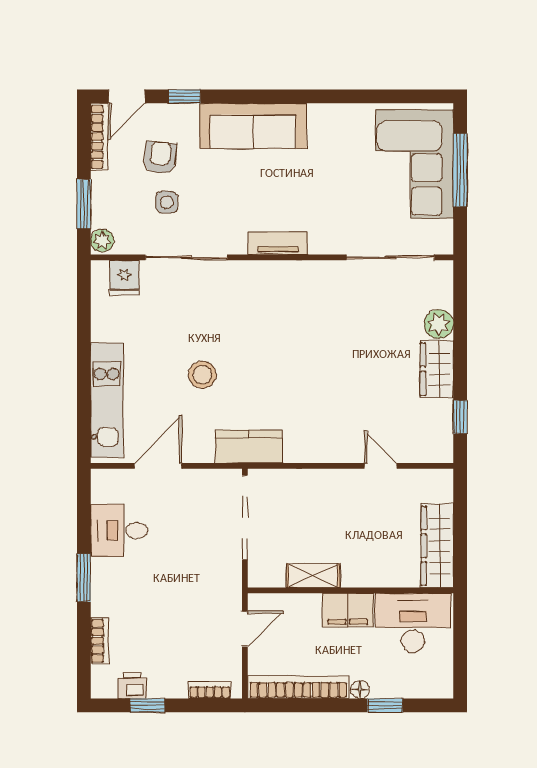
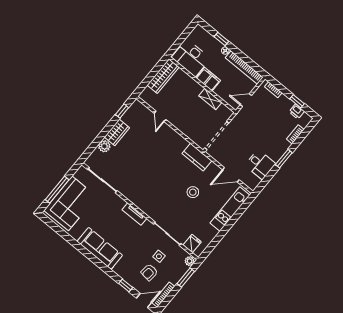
sofa: (253, 126) -> (100, 248), moved

